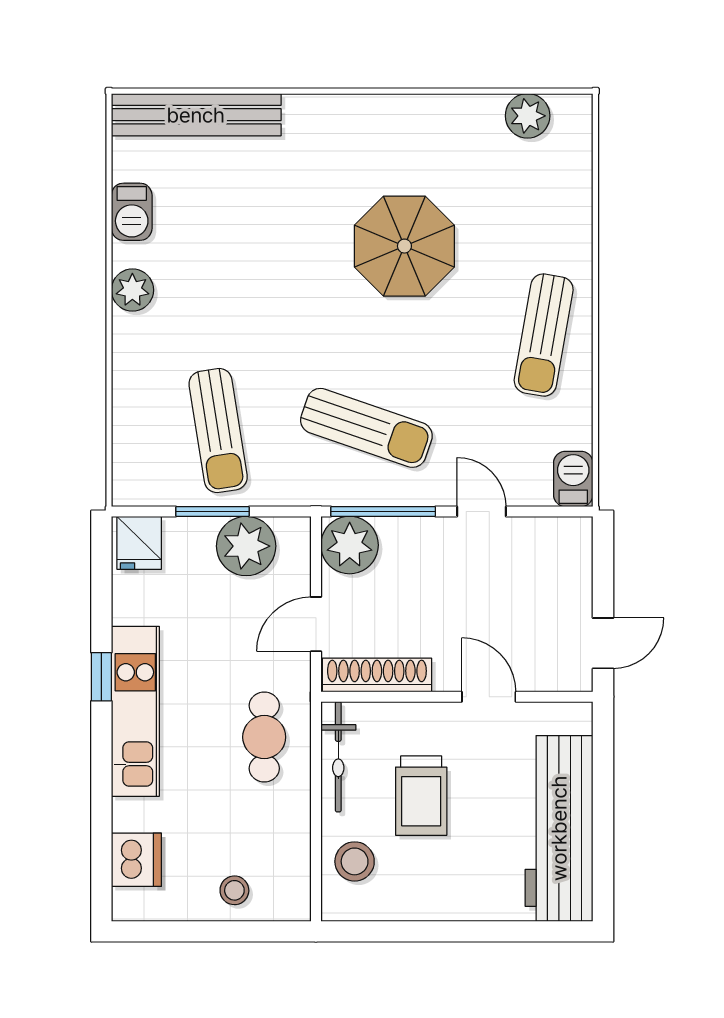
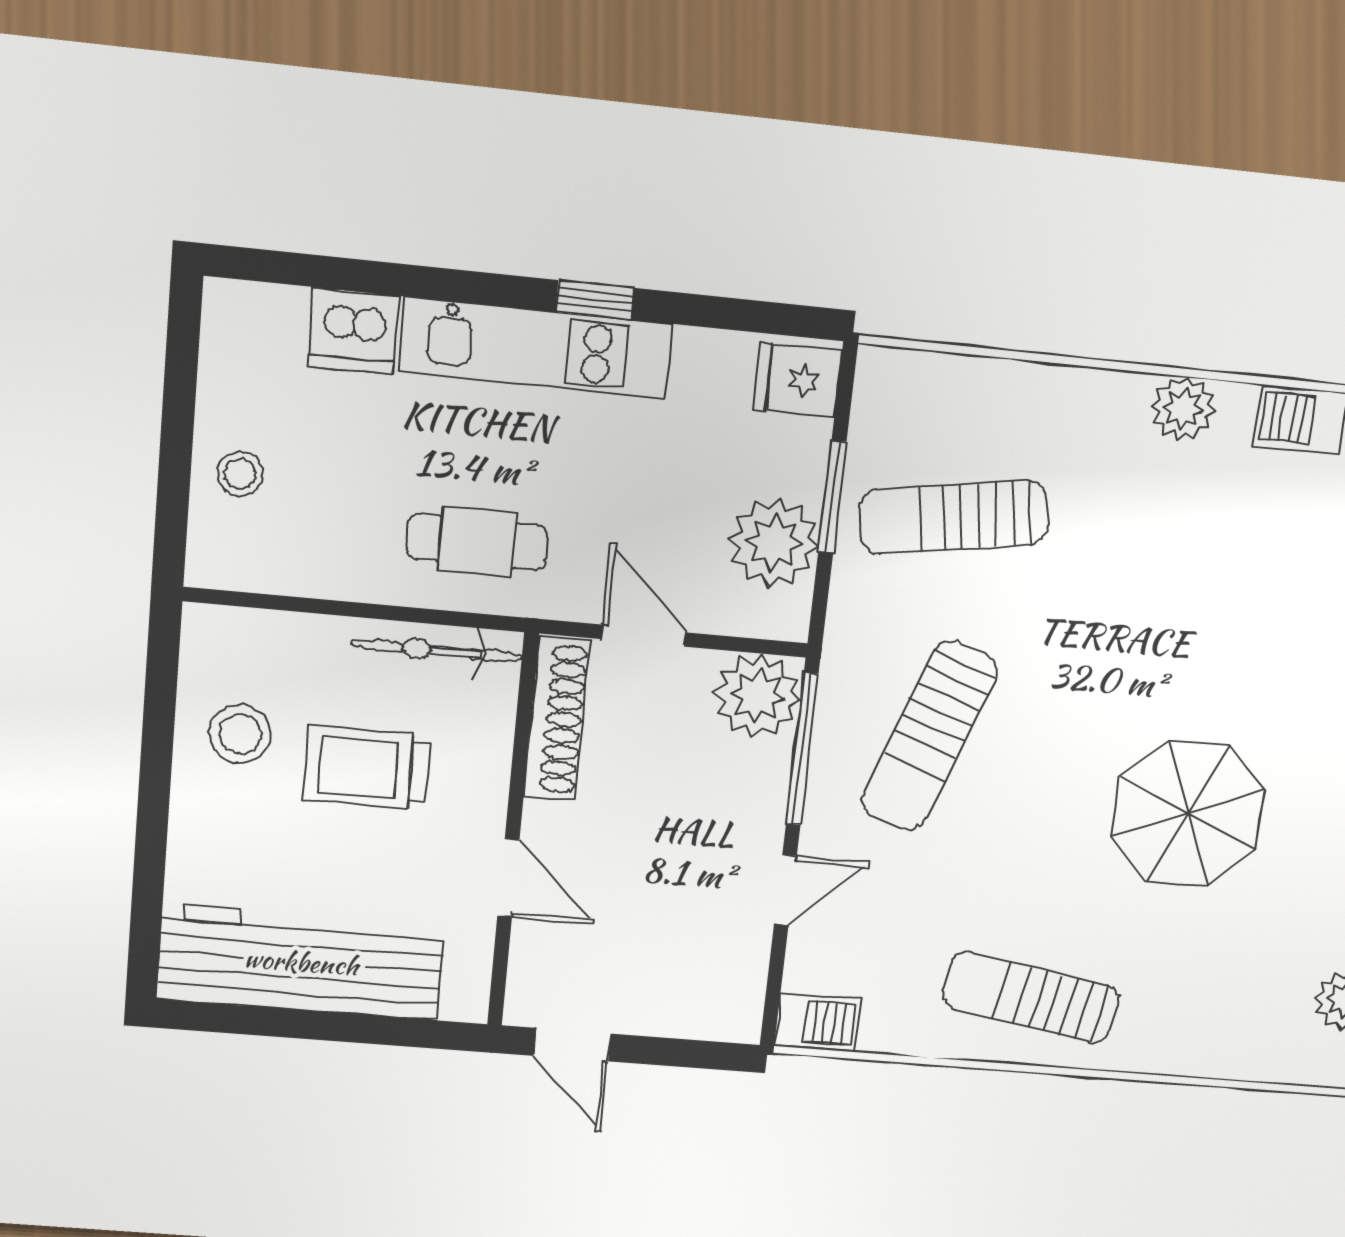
door: (489, 697) -> (508, 878), hinge flipped
dishwasher: (136, 860) -> (353, 331), moved
stool: (355, 861) -> (240, 734), moved

